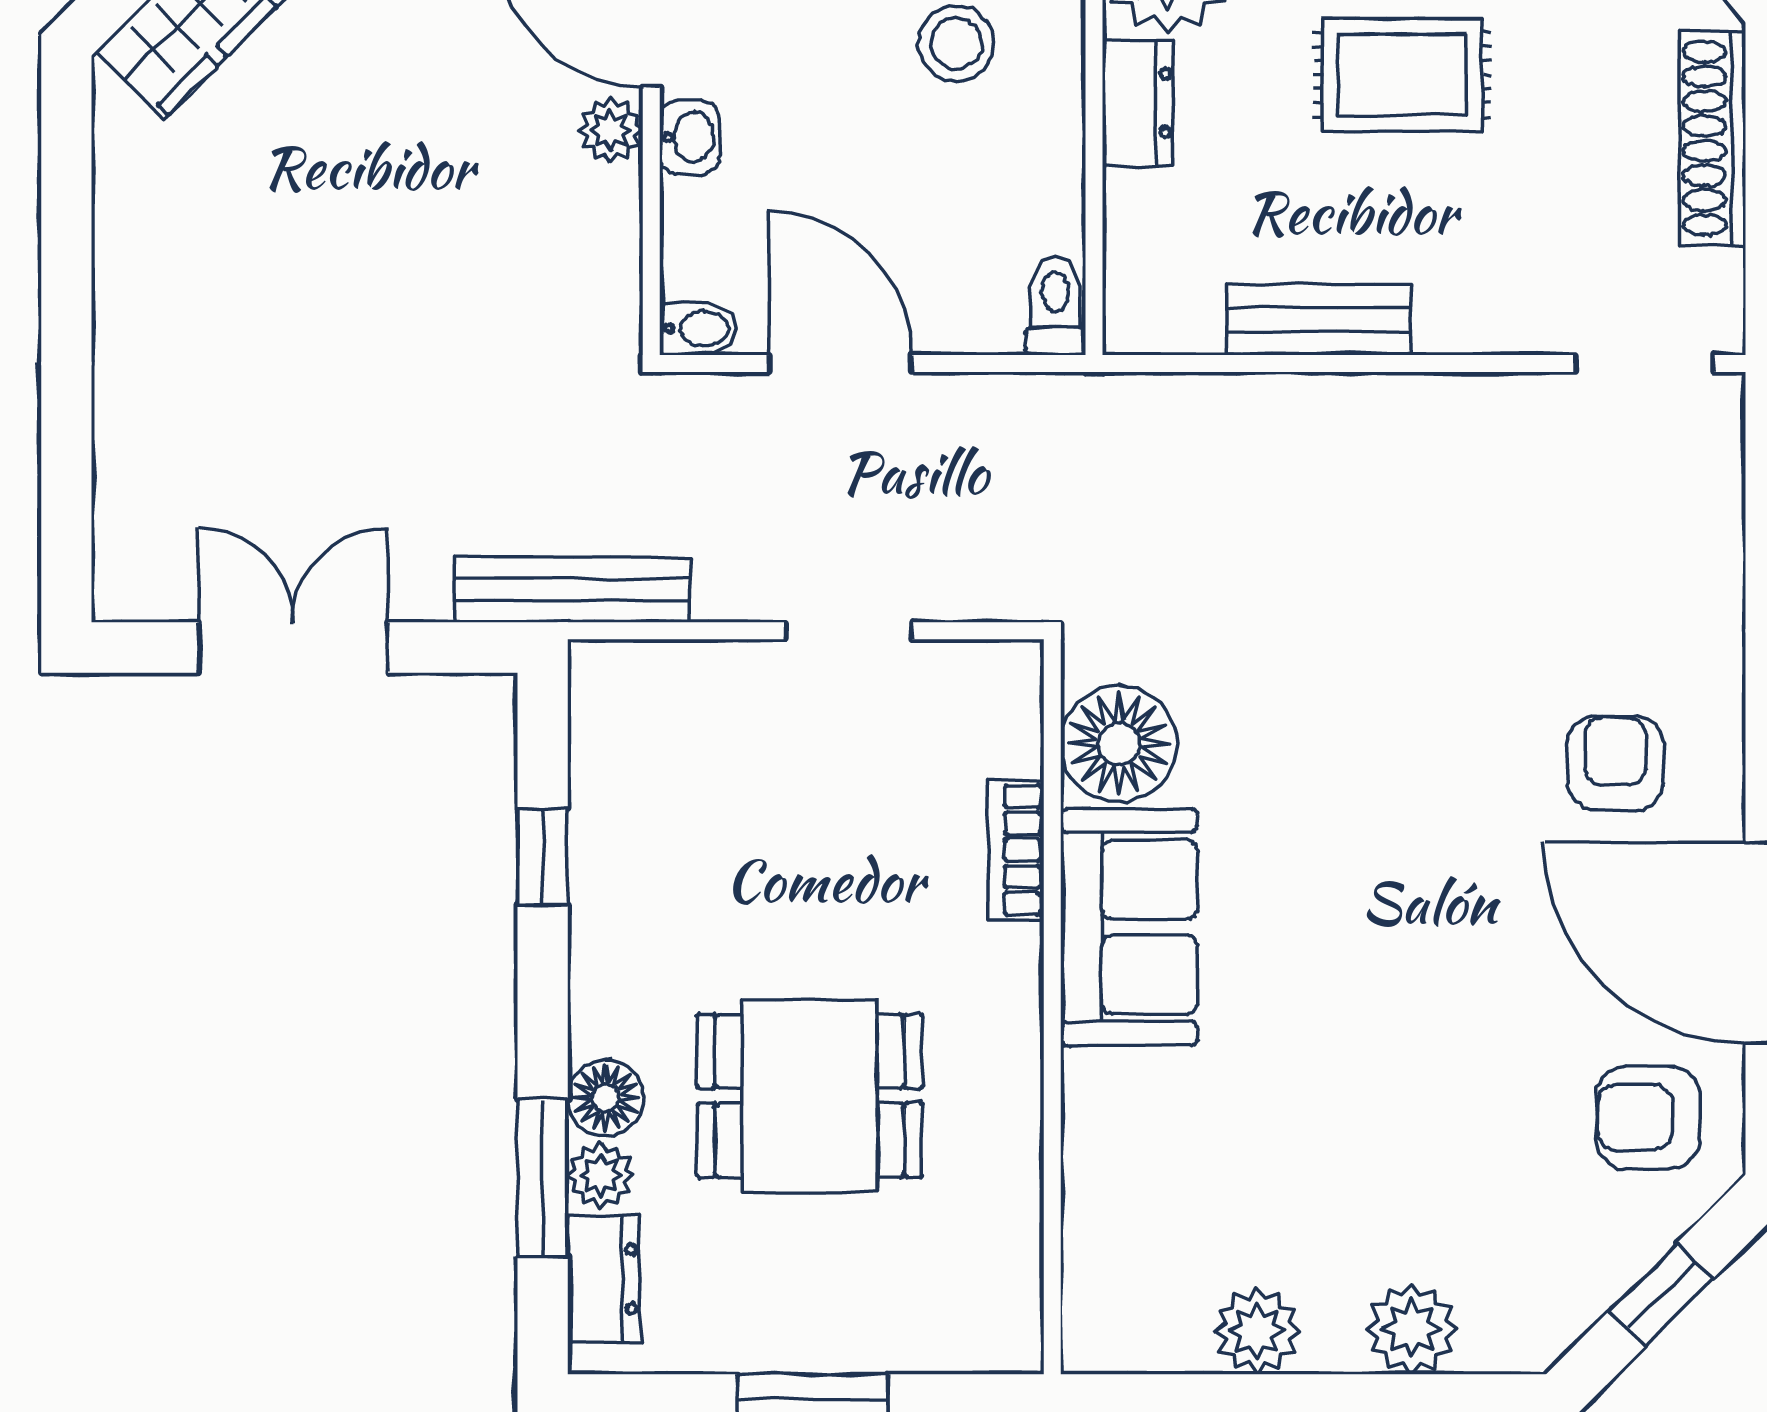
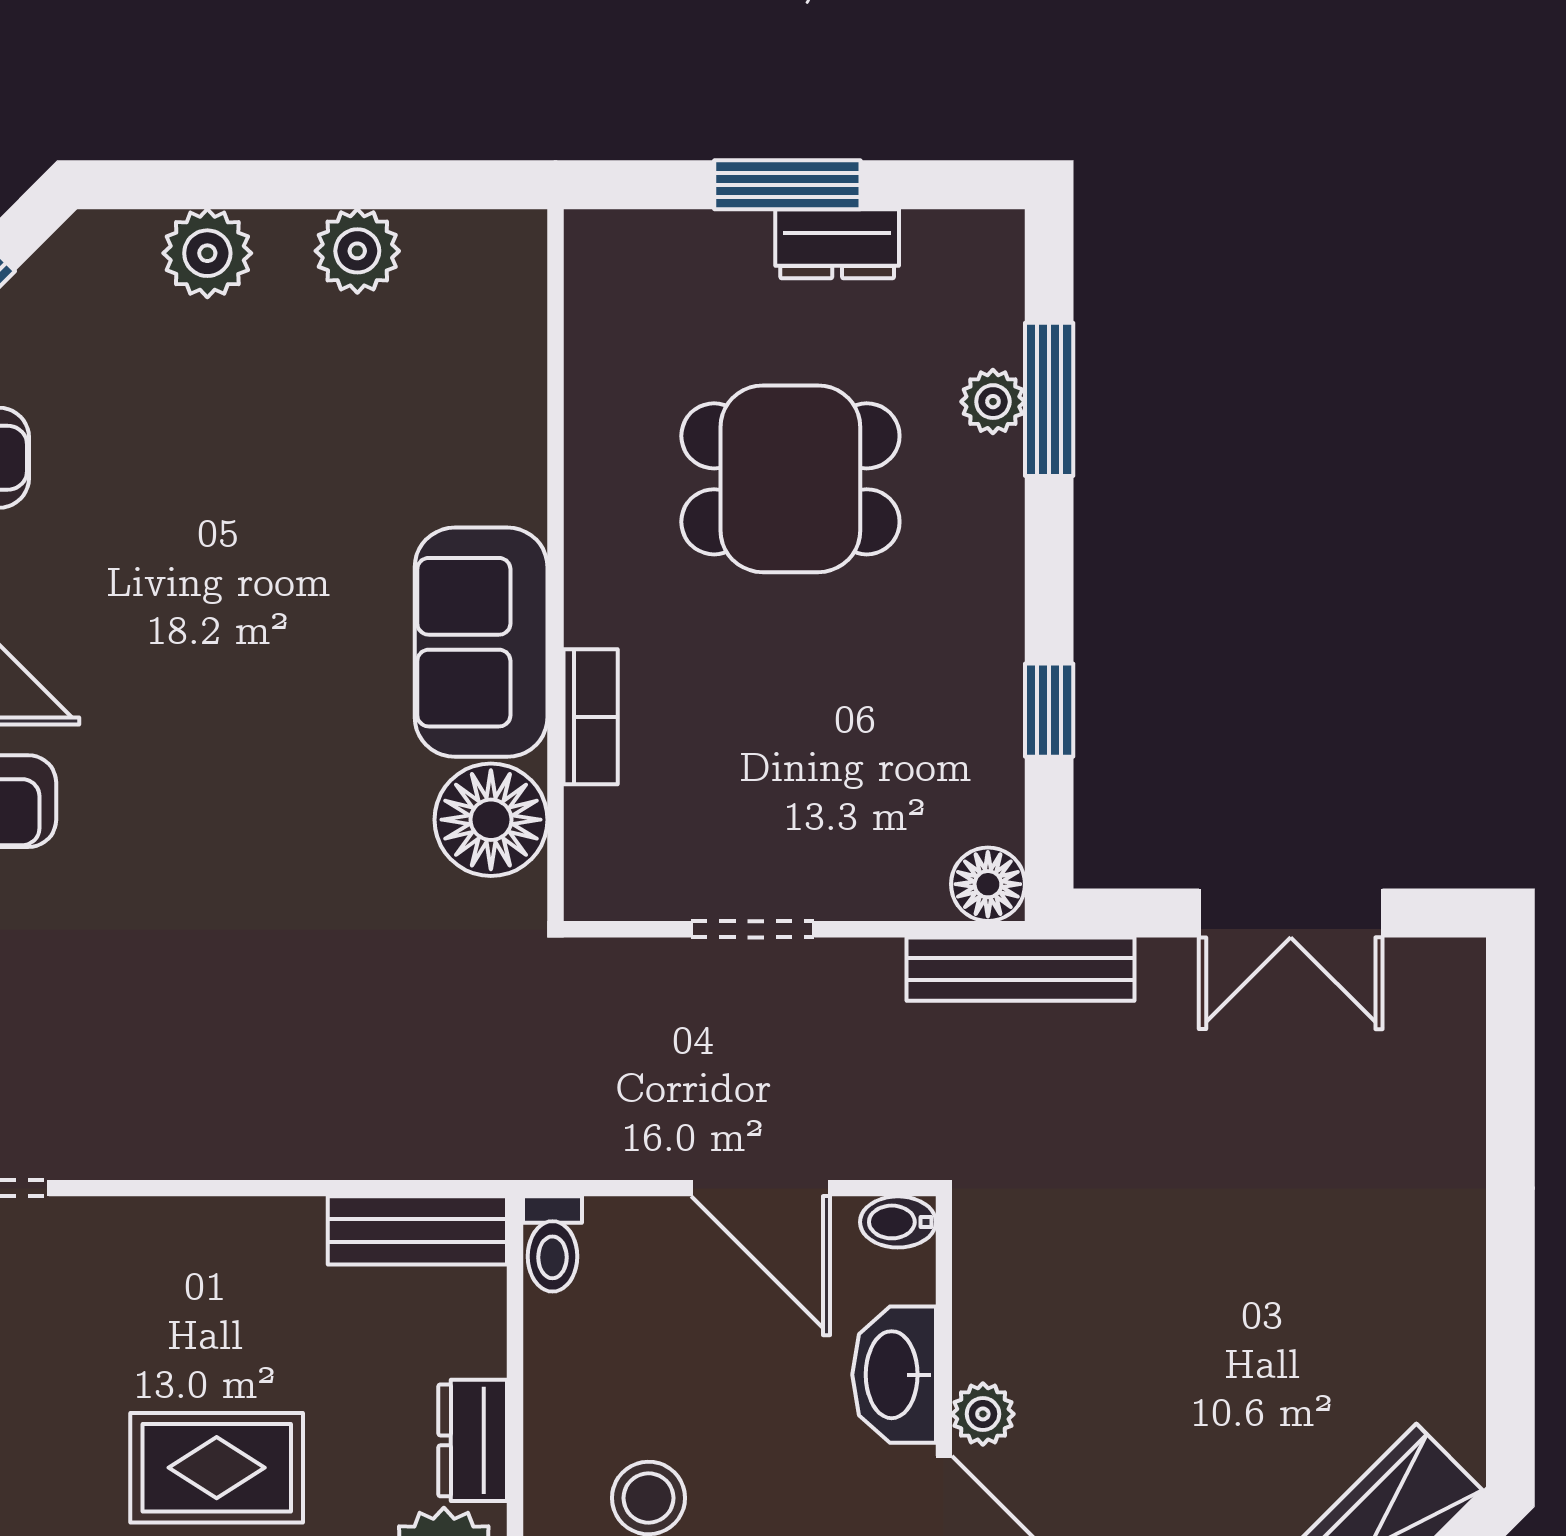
washbasin: (689, 137) -> (894, 1375), width x1.91, depth x1.45
bench: (1319, 320) -> (417, 1230), moved
floor lamp: (606, 1098) -> (988, 884), moved
dresser: (604, 1279) -> (837, 244), moved, turned -90

